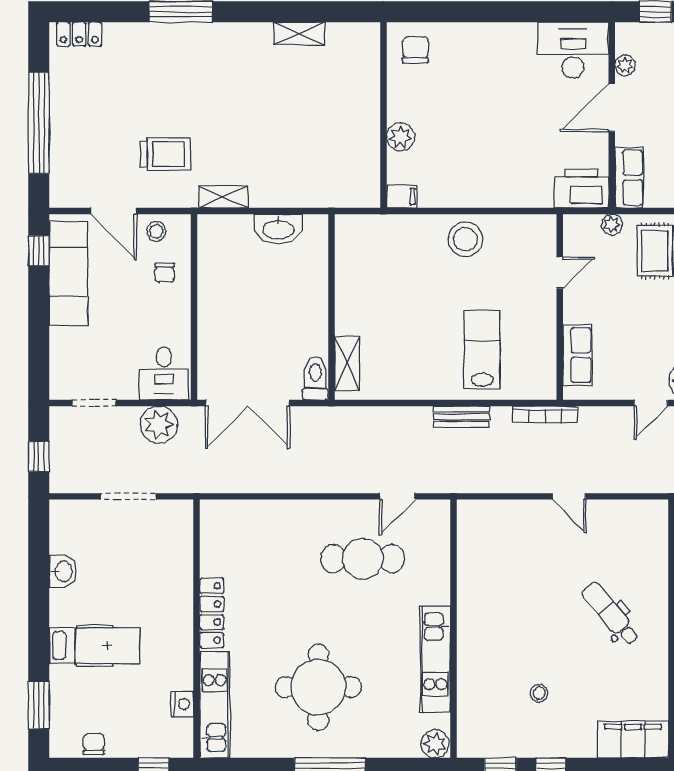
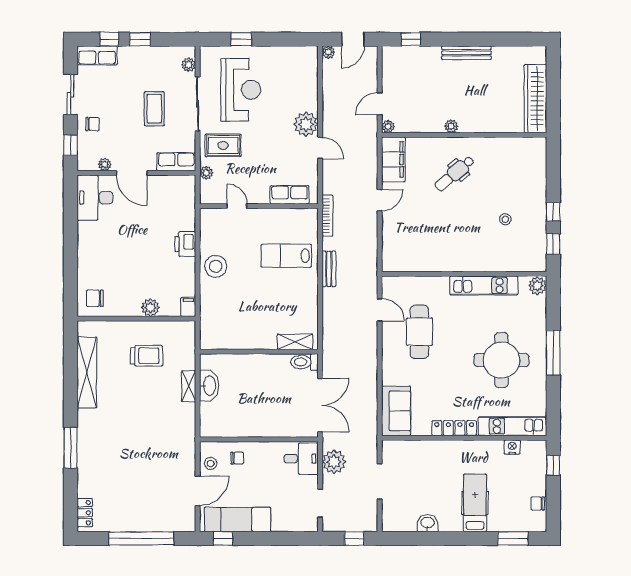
shelving: (299, 34) -> (87, 372), width x2.20, depth x1.33
trolley: (165, 154) -> (147, 356), moved, turned 90
printer: (581, 188) -> (185, 244), moved, width x0.73, depth x0.84
shelving: (223, 197) -> (189, 386), moved
sofa: (239, 522) -> (396, 411), added
filing cabinet: (633, 740) -> (393, 159), moved, turned 180

